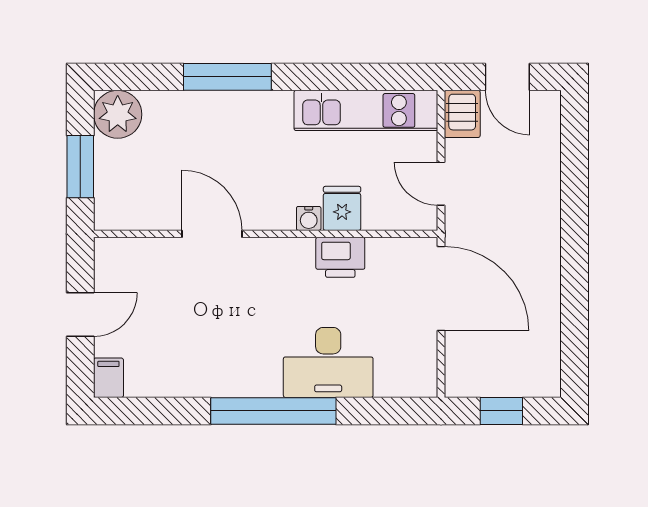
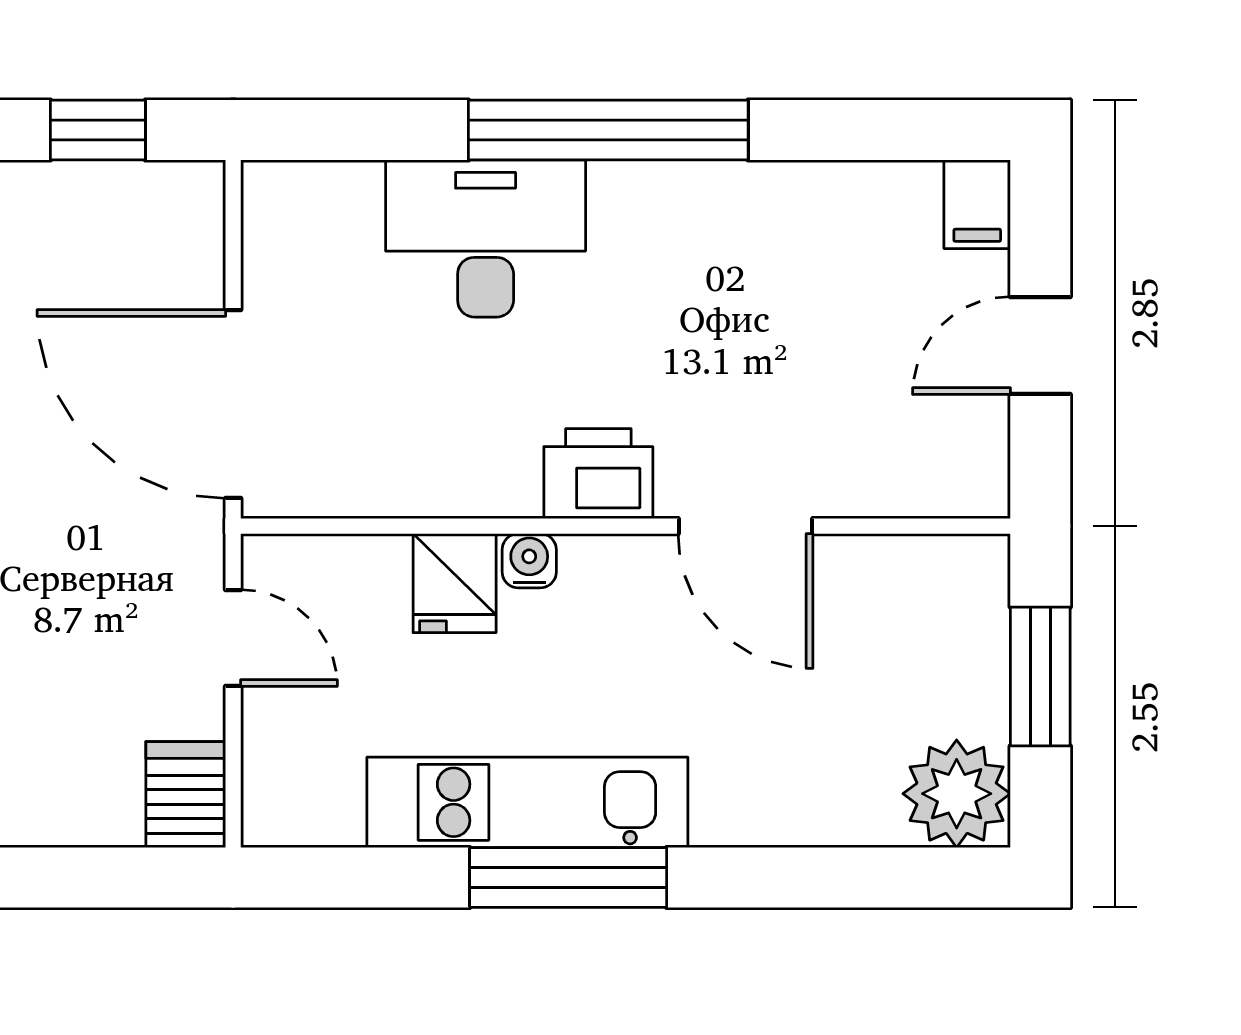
window: (227, 77) -> (568, 877), moved
door: (507, 77) -> (84, 877), removed
kitchen unit: (366, 110) -> (527, 802), moved
printer: (340, 257) -> (598, 474), moved

